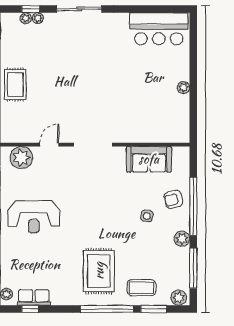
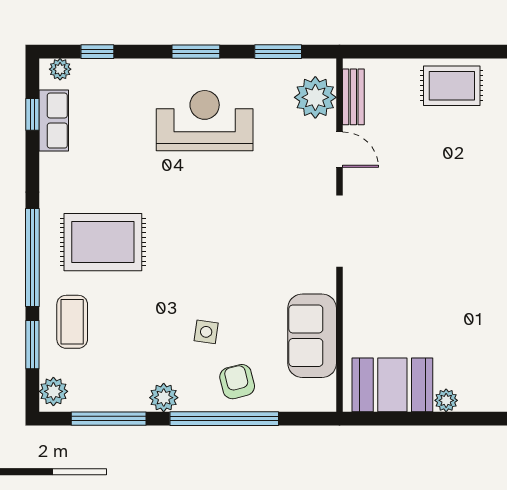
booth: (175, 116) -> (392, 385), added
bench: (21, 137) -> (353, 97), added
reception desk: (34, 217) -> (205, 121), turned 90

